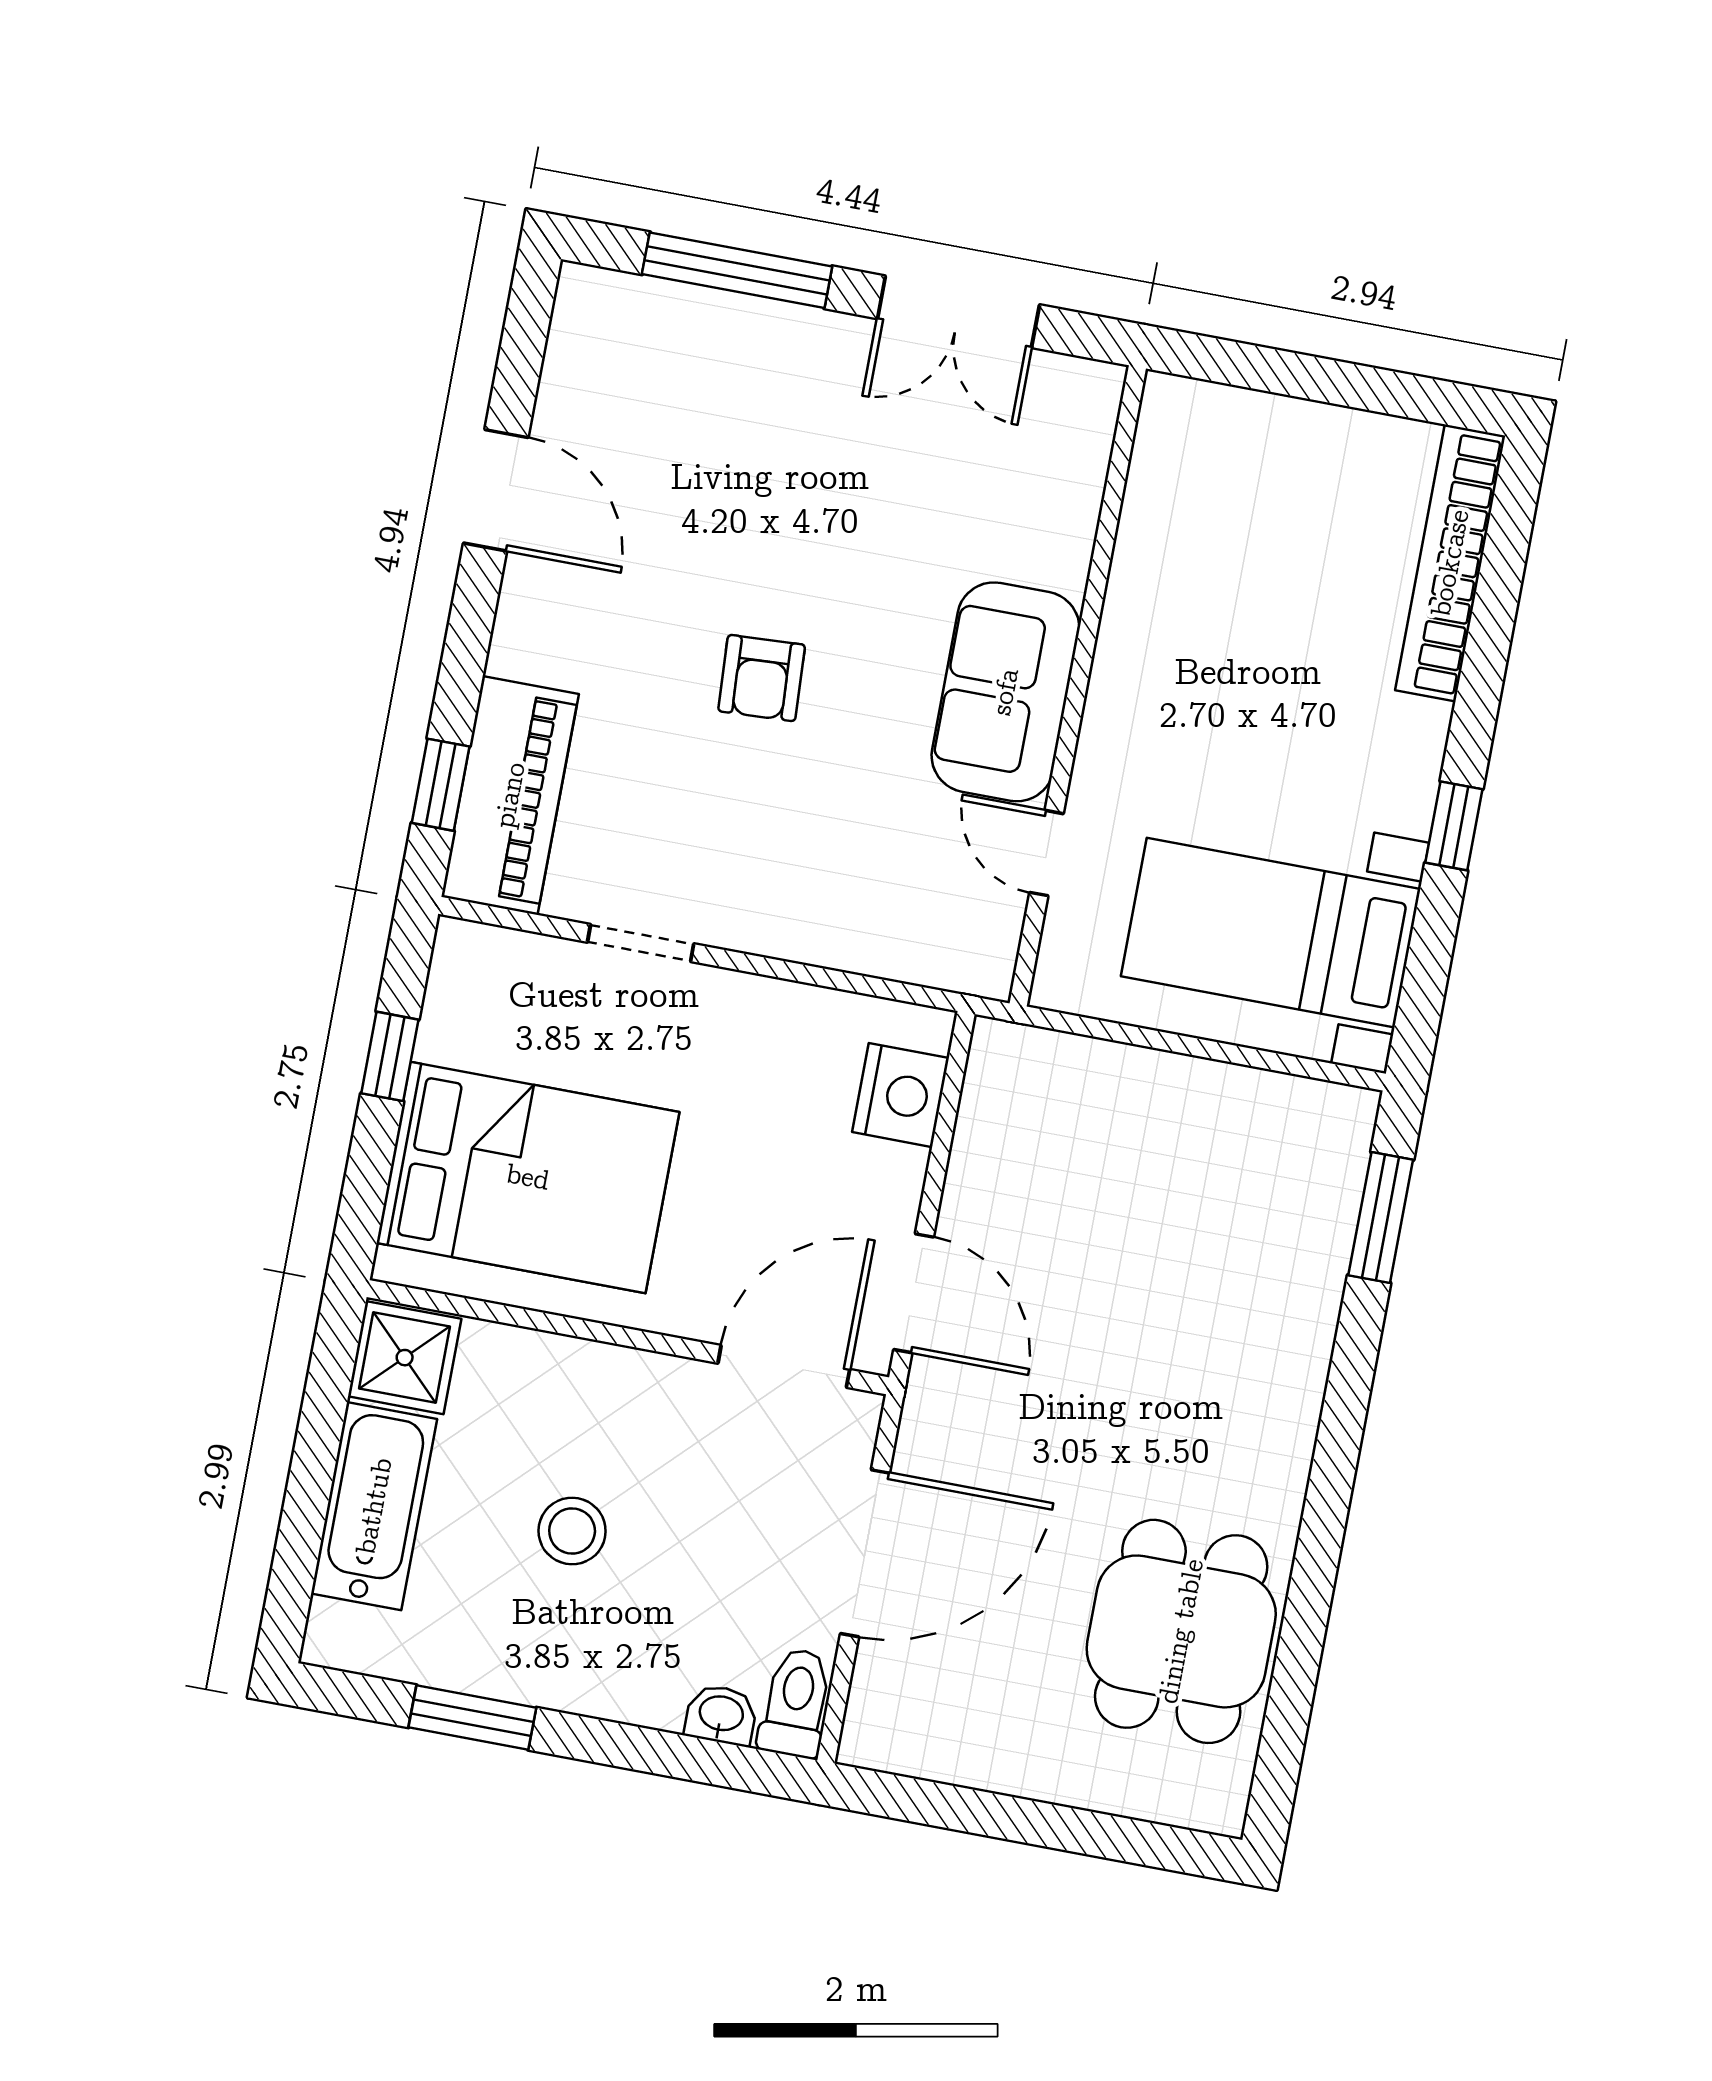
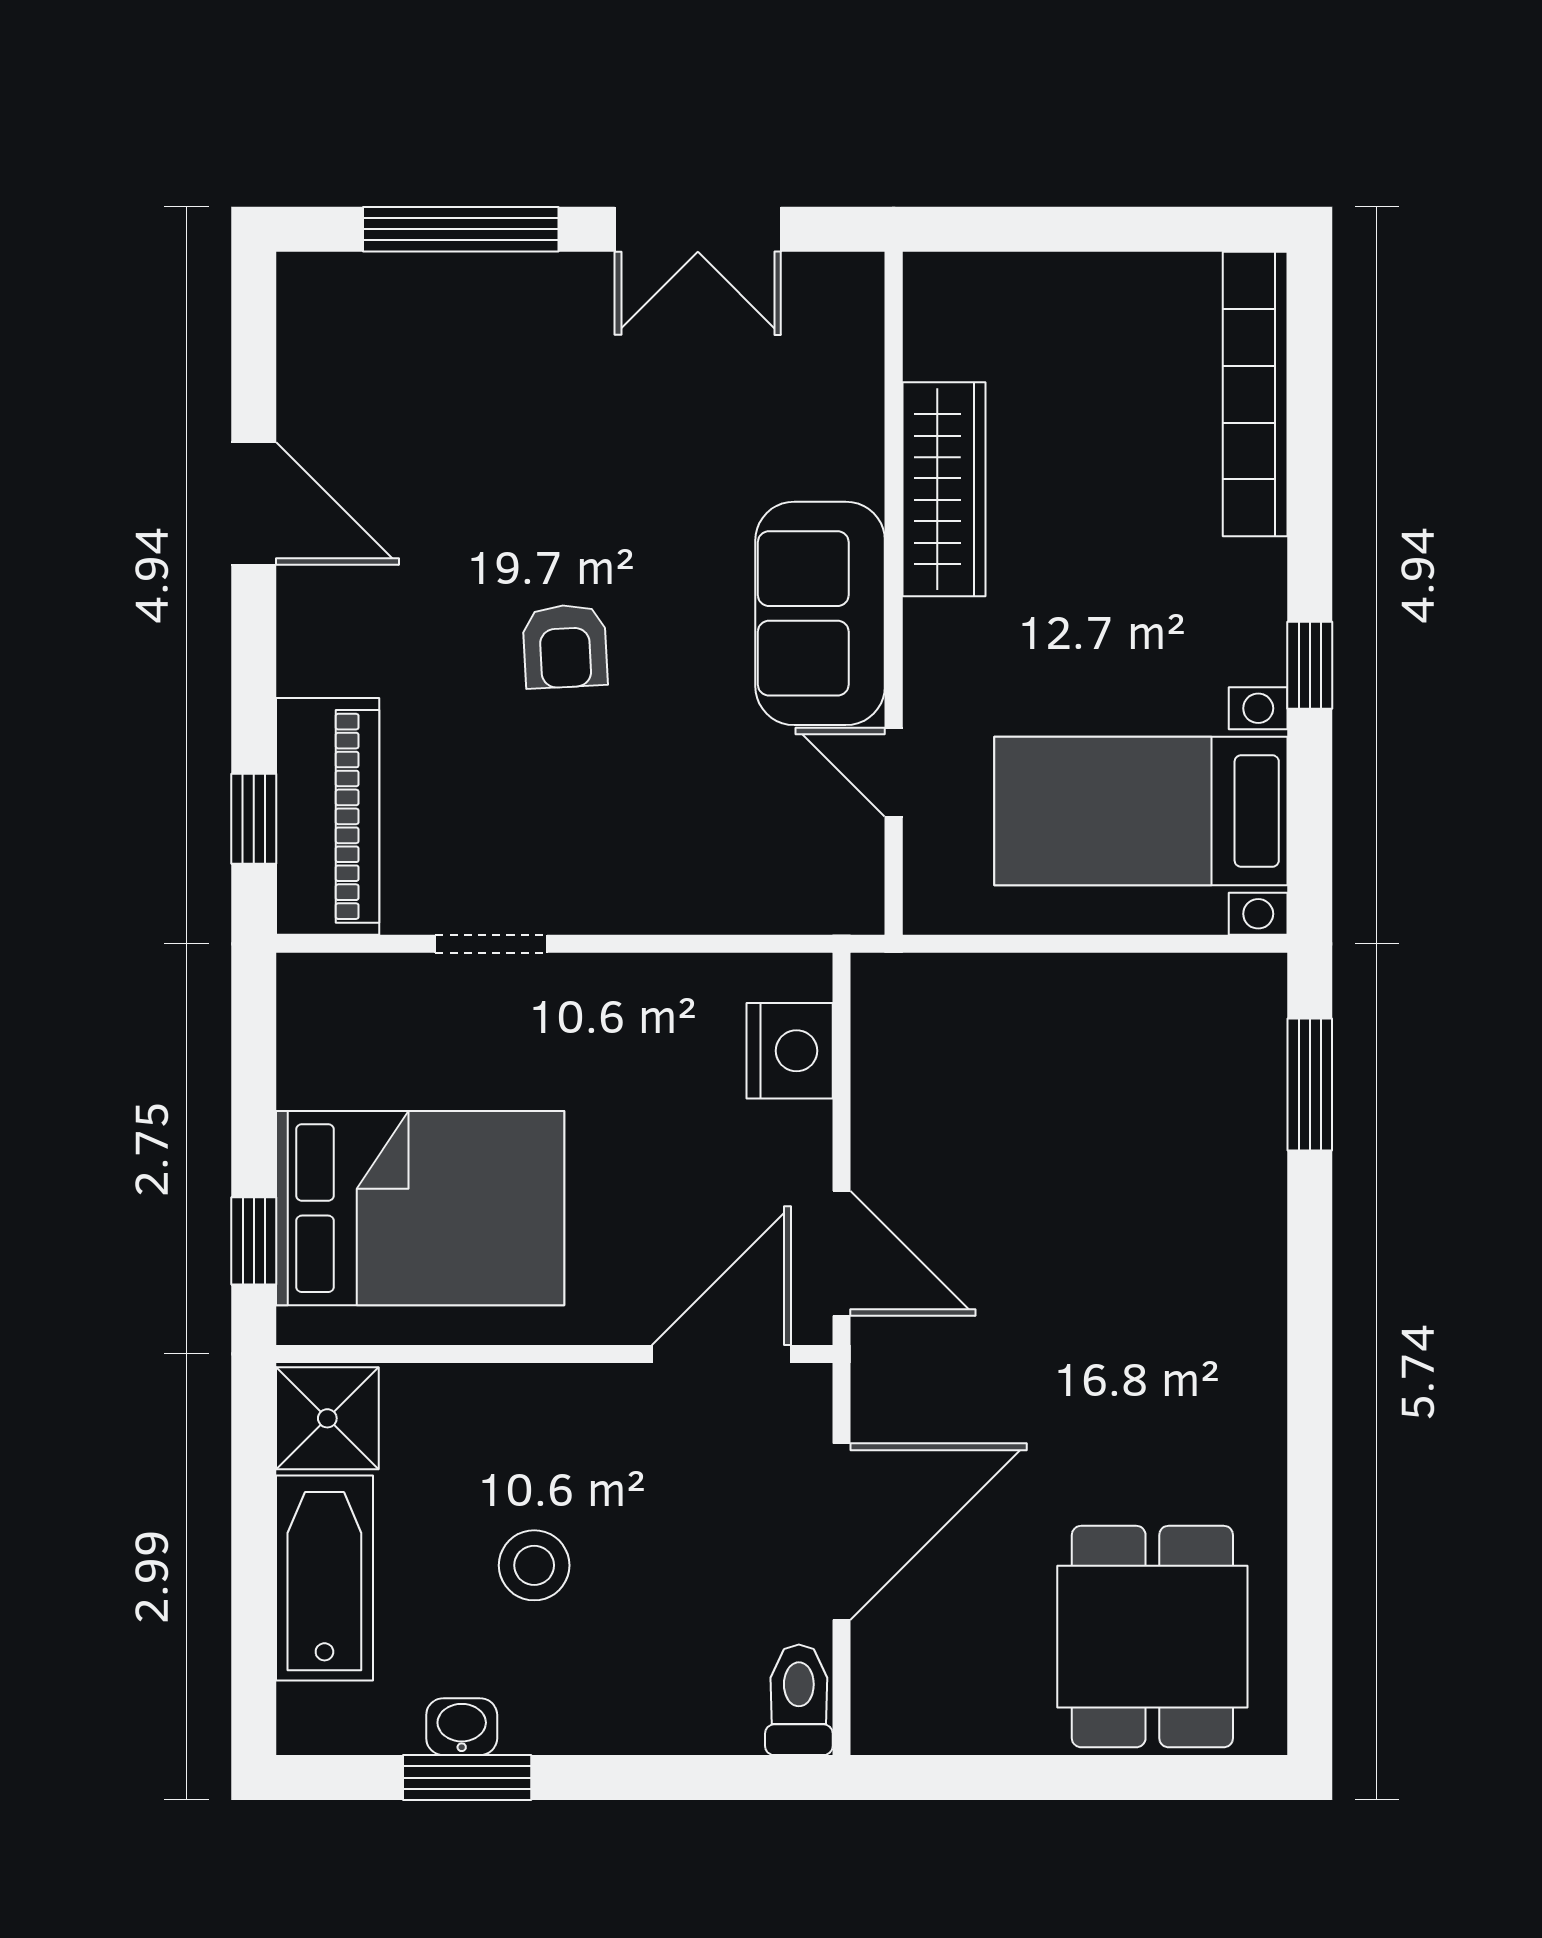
wardrobe: (1143, 597) -> (944, 489), added
window: (390, 1056) -> (254, 1241), moved
dining table: (1181, 1631) -> (1152, 1637), moved
washbasin: (721, 1715) -> (462, 1727), moved

